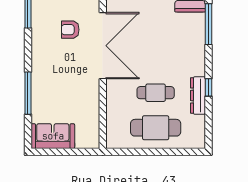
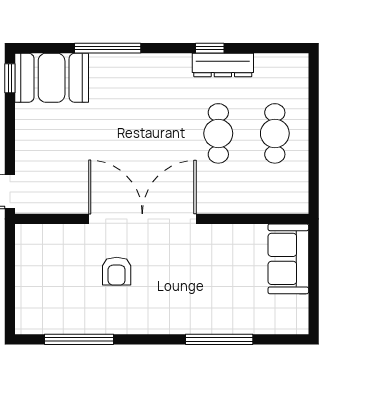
cafe table: (156, 128) -> (275, 133), width x0.73, depth x0.74
sofa: (53, 136) -> (288, 259), moved

